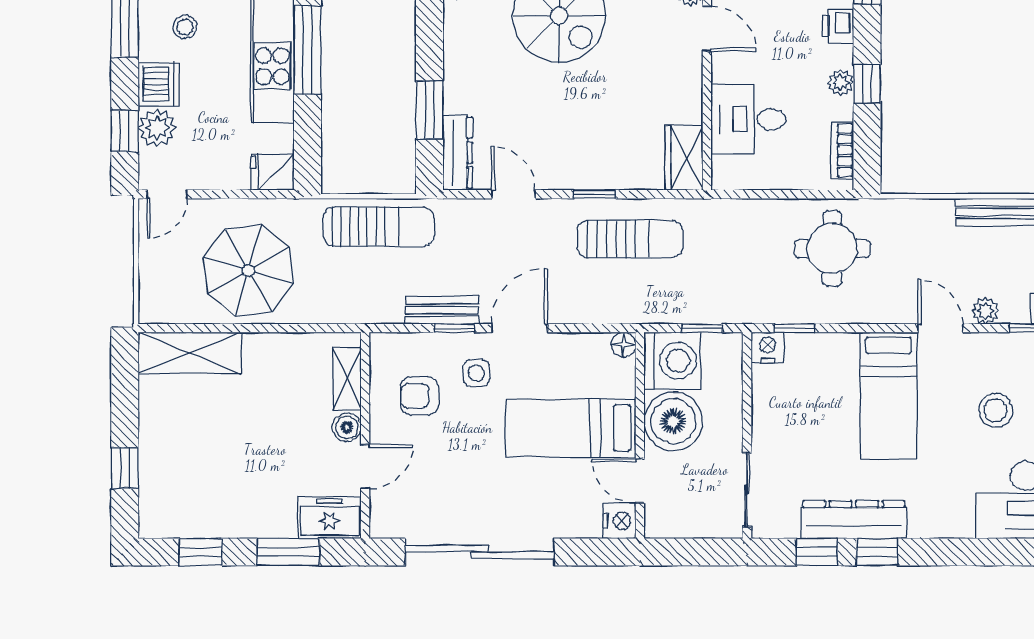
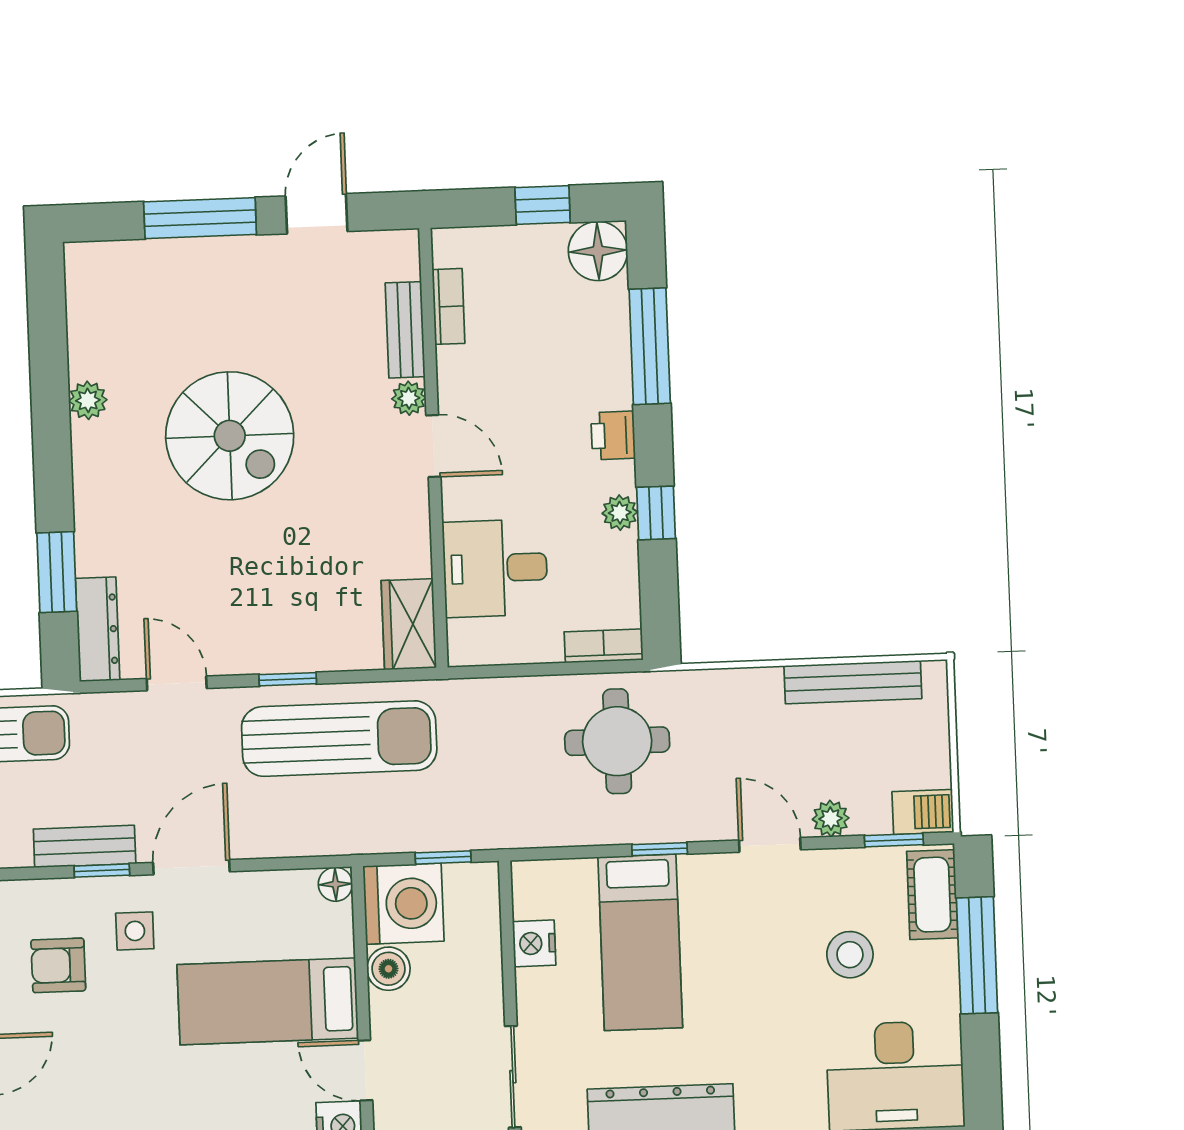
bookcase: (842, 150) -> (604, 646), moved, turned 90
sun lounger: (630, 239) -> (339, 739), width x1.36, depth x1.34
window: (794, 328) -> (660, 849), moved
nightstand: (768, 347) -> (534, 943), moved, turned -90
bed: (889, 395) -> (640, 942), moved
boiler: (673, 421) -> (388, 969), width x0.54, depth x0.54

